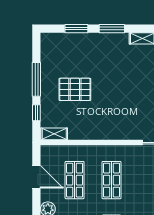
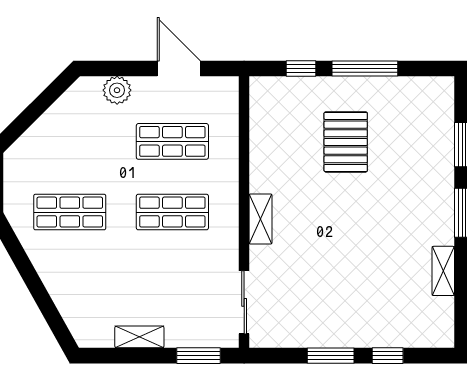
shelving: (54, 134) -> (261, 219), moved
door: (36, 177) -> (179, 68), swing flipped

